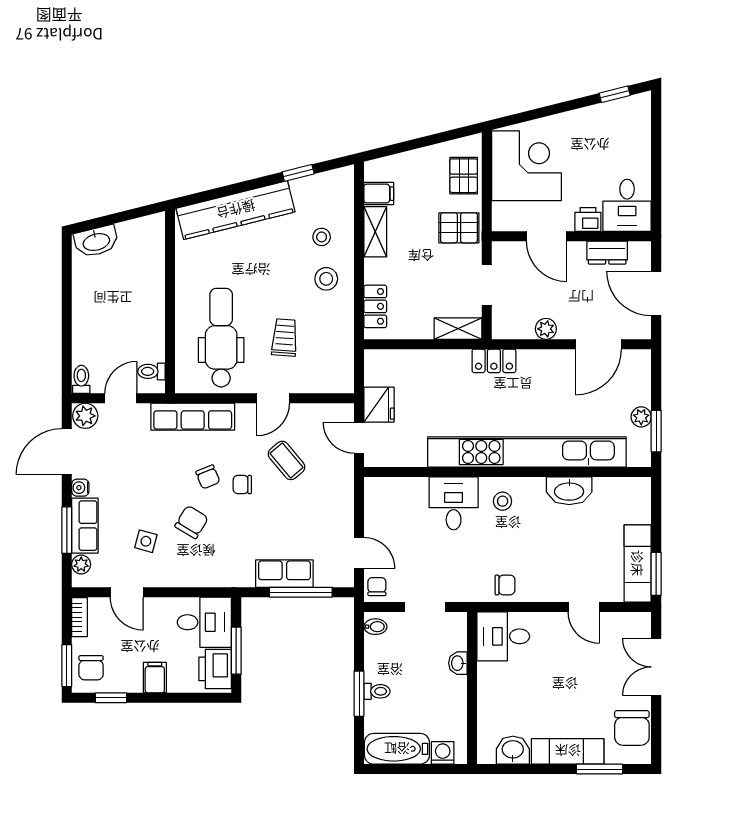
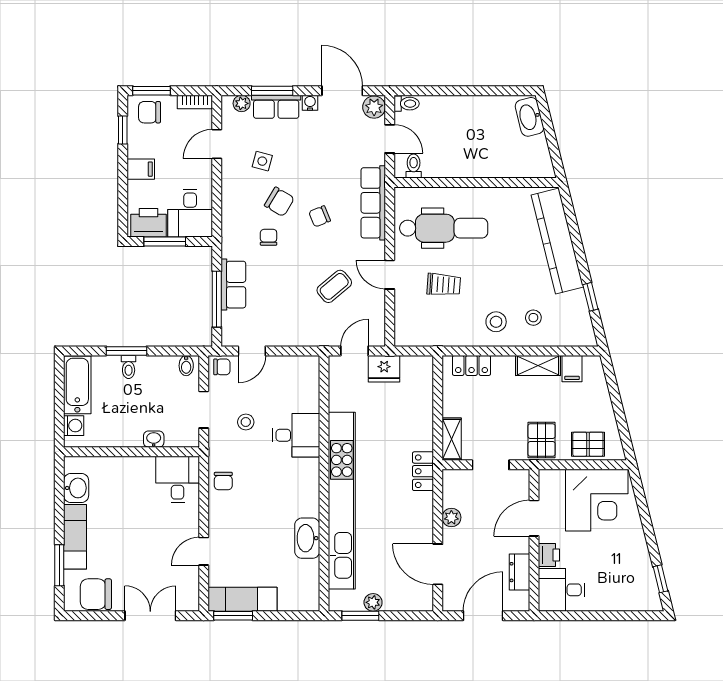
chair: (242, 485) -> (269, 237), moved
stool: (503, 501) -> (246, 422), moved

